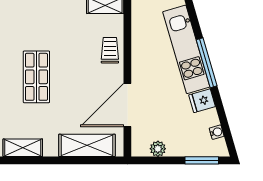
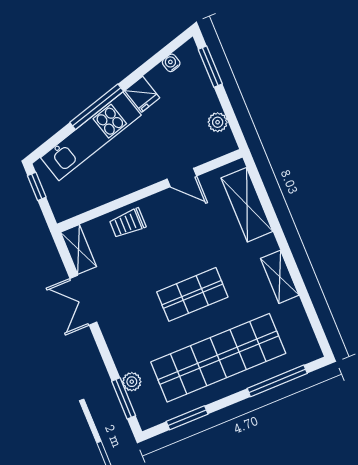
door: (127, 105) -> (182, 177), width x0.53

